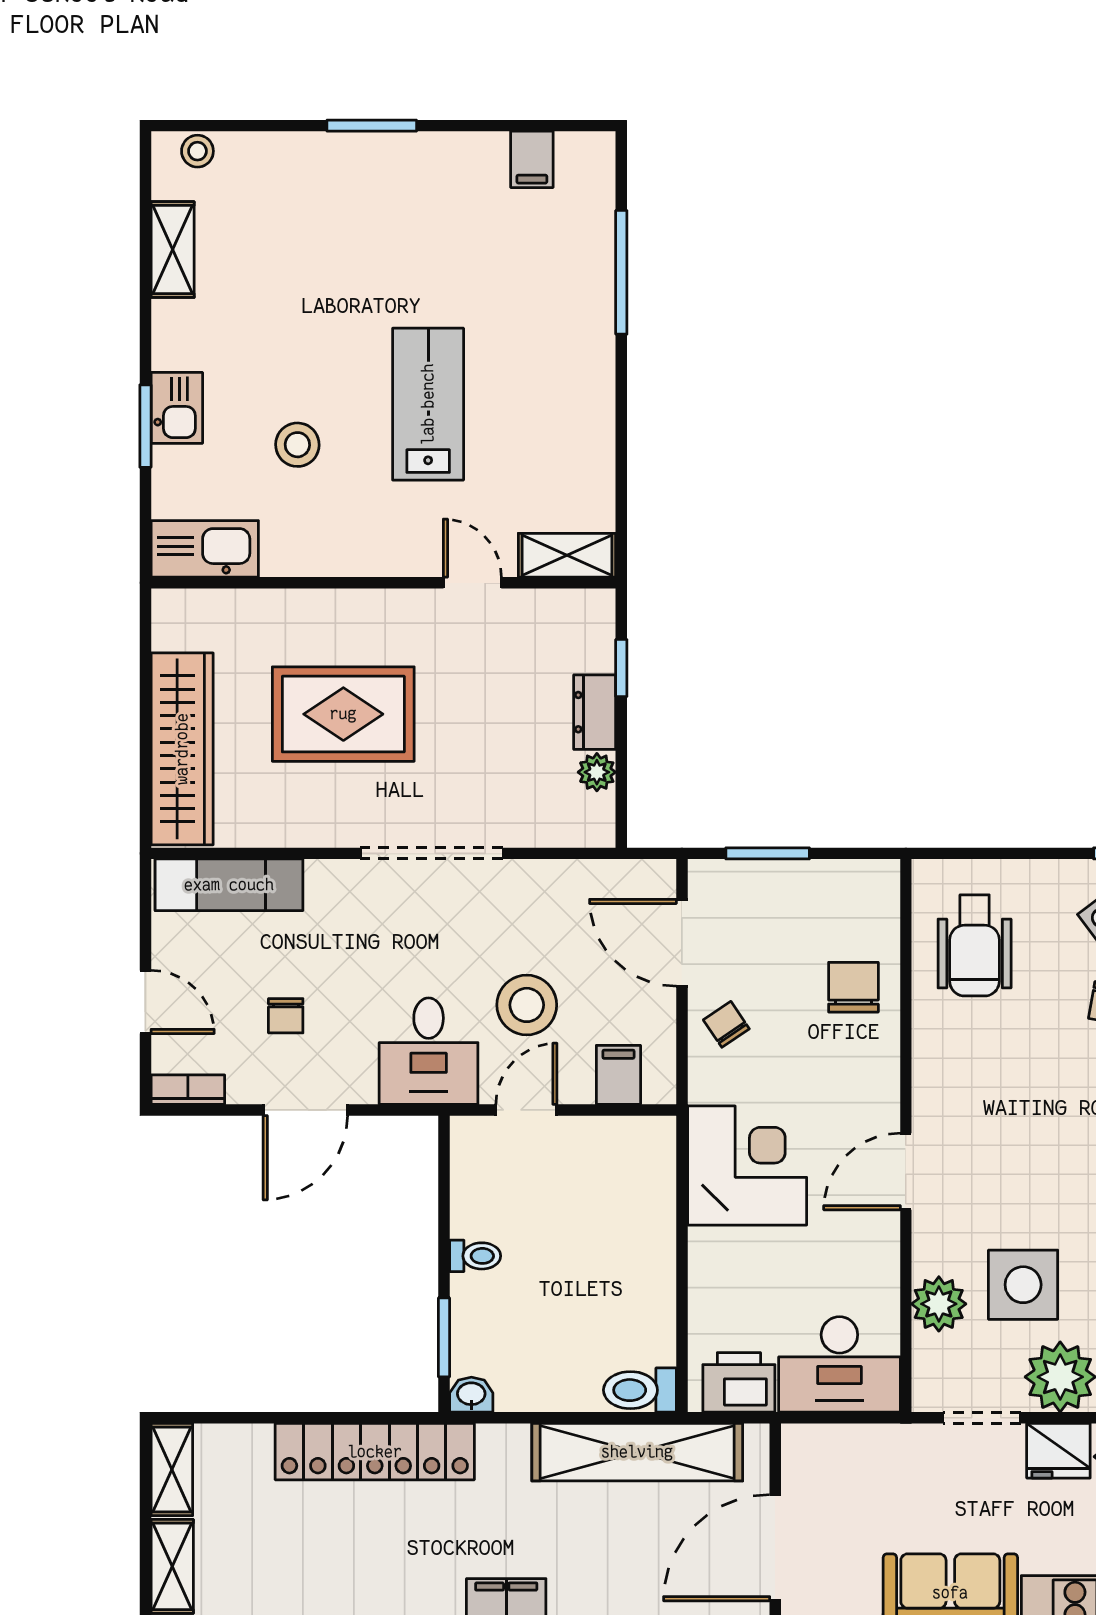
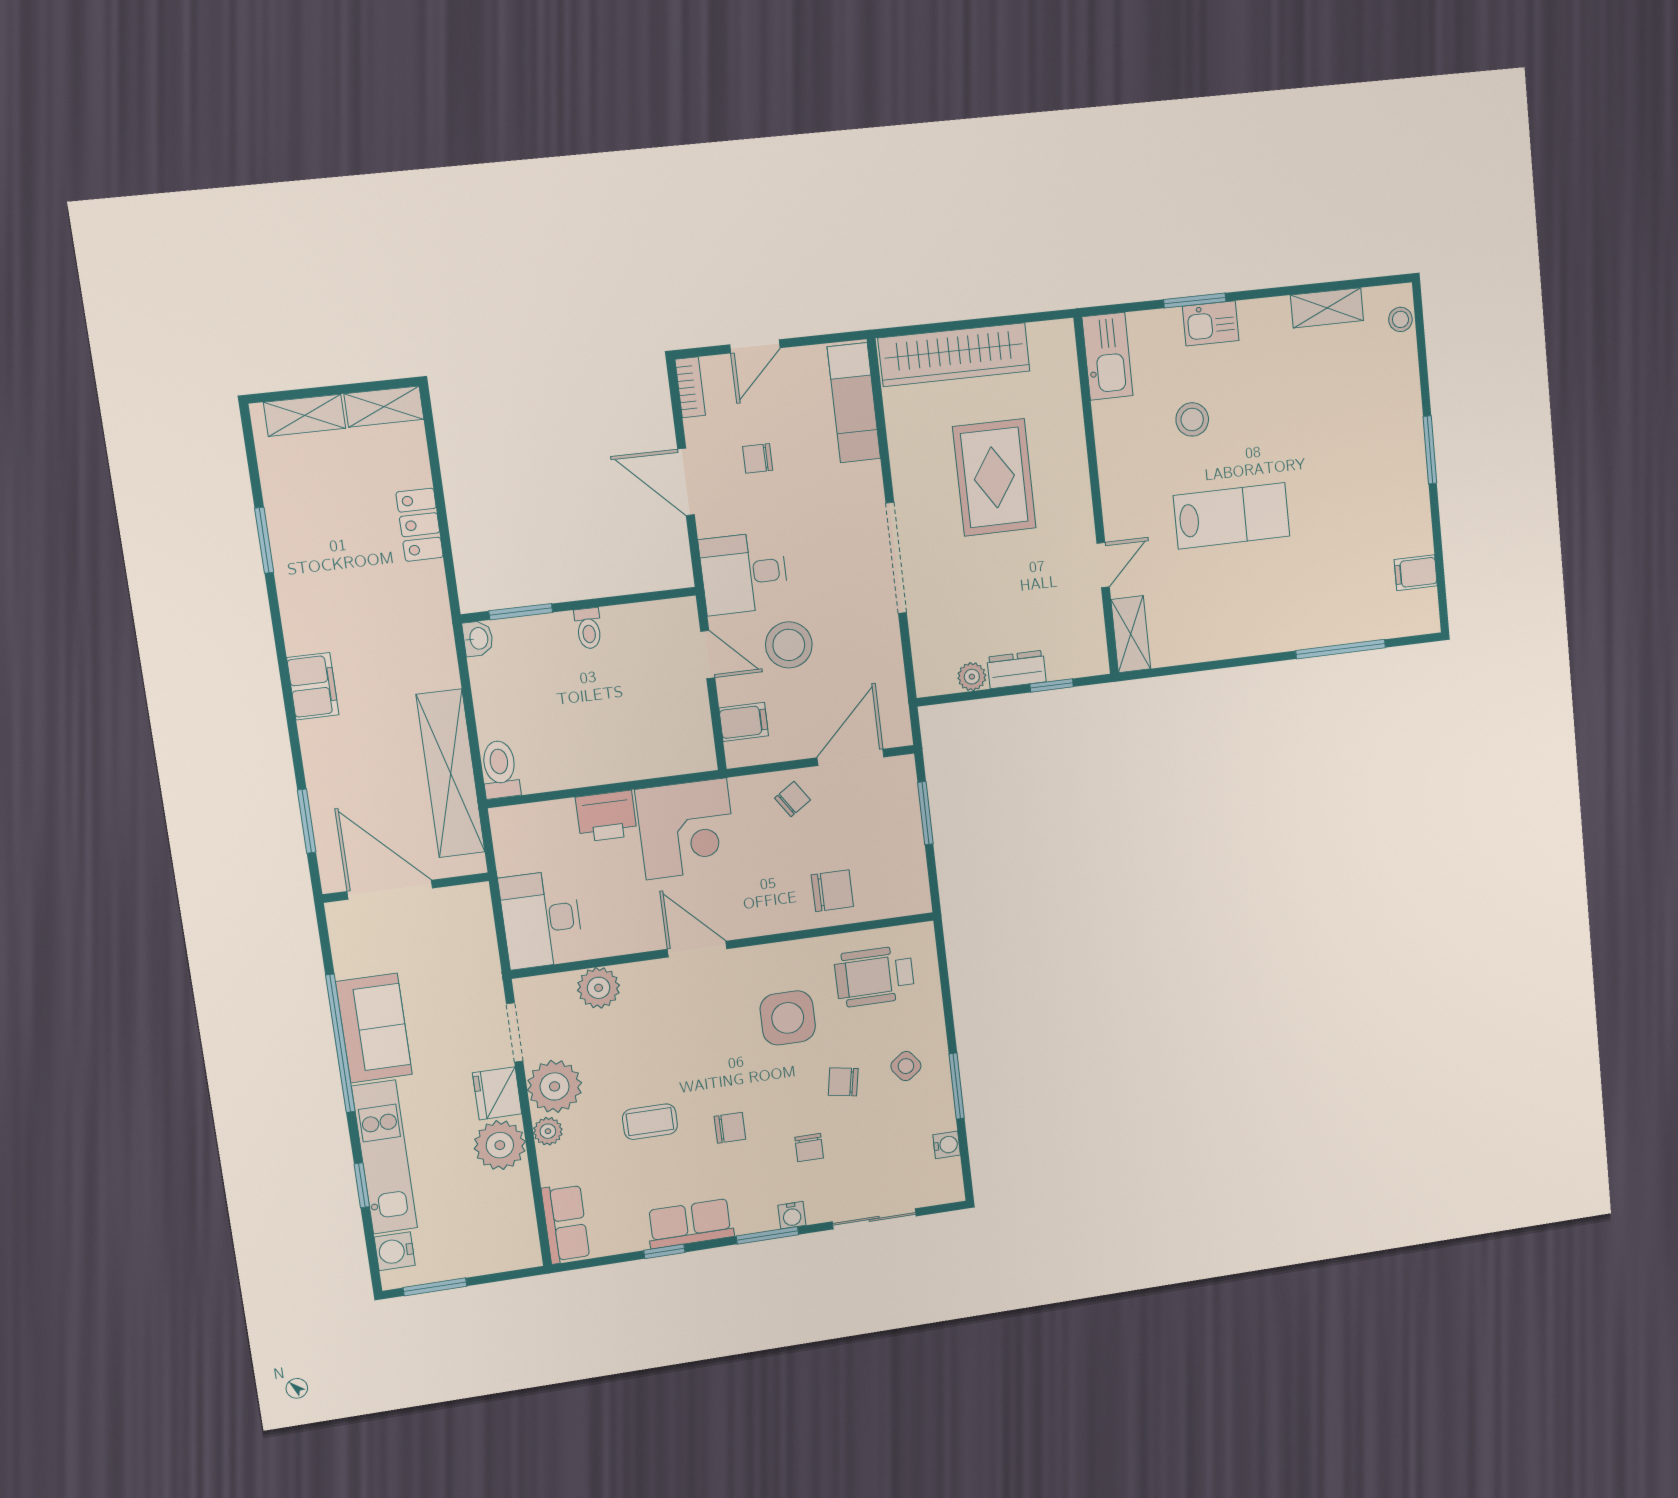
side table: (1023, 1285) -> (788, 1018), moved
printer: (739, 1382) -> (606, 816), moved, turned 90
locker: (375, 1452) -> (420, 525), width x0.46, depth x0.83

